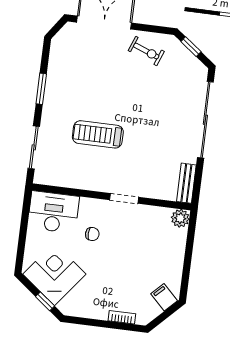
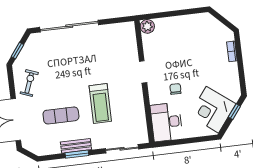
exercise mat: (95, 81) -> (61, 115), added
bench: (186, 183) -> (76, 146), moved
filing cabinet: (164, 297) -> (209, 24), removed

